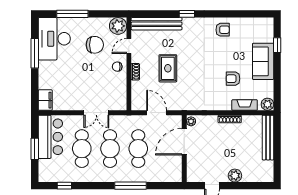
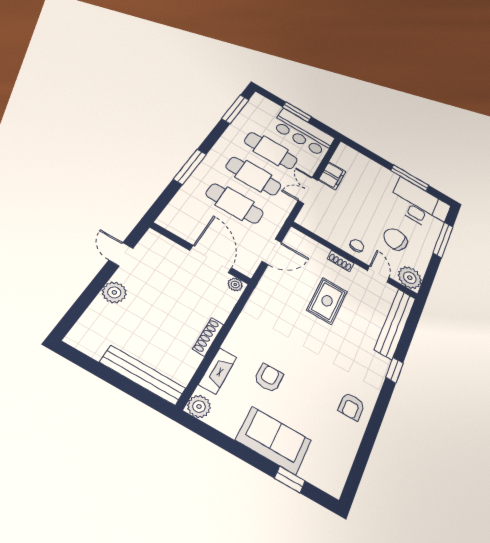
chair: (95, 45) -> (395, 239), turned 105
rug: (168, 68) -> (327, 301), turned 90
filing cabinet: (45, 100) -> (332, 176), moved, turned -90
window: (64, 186) -> (235, 109), width x2.17

